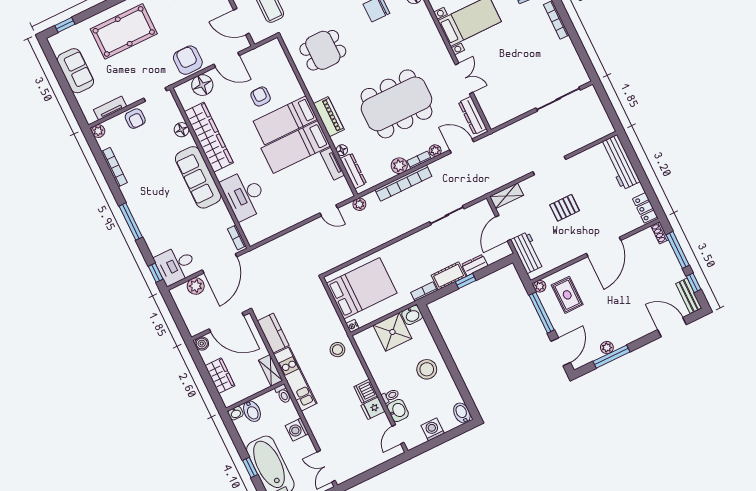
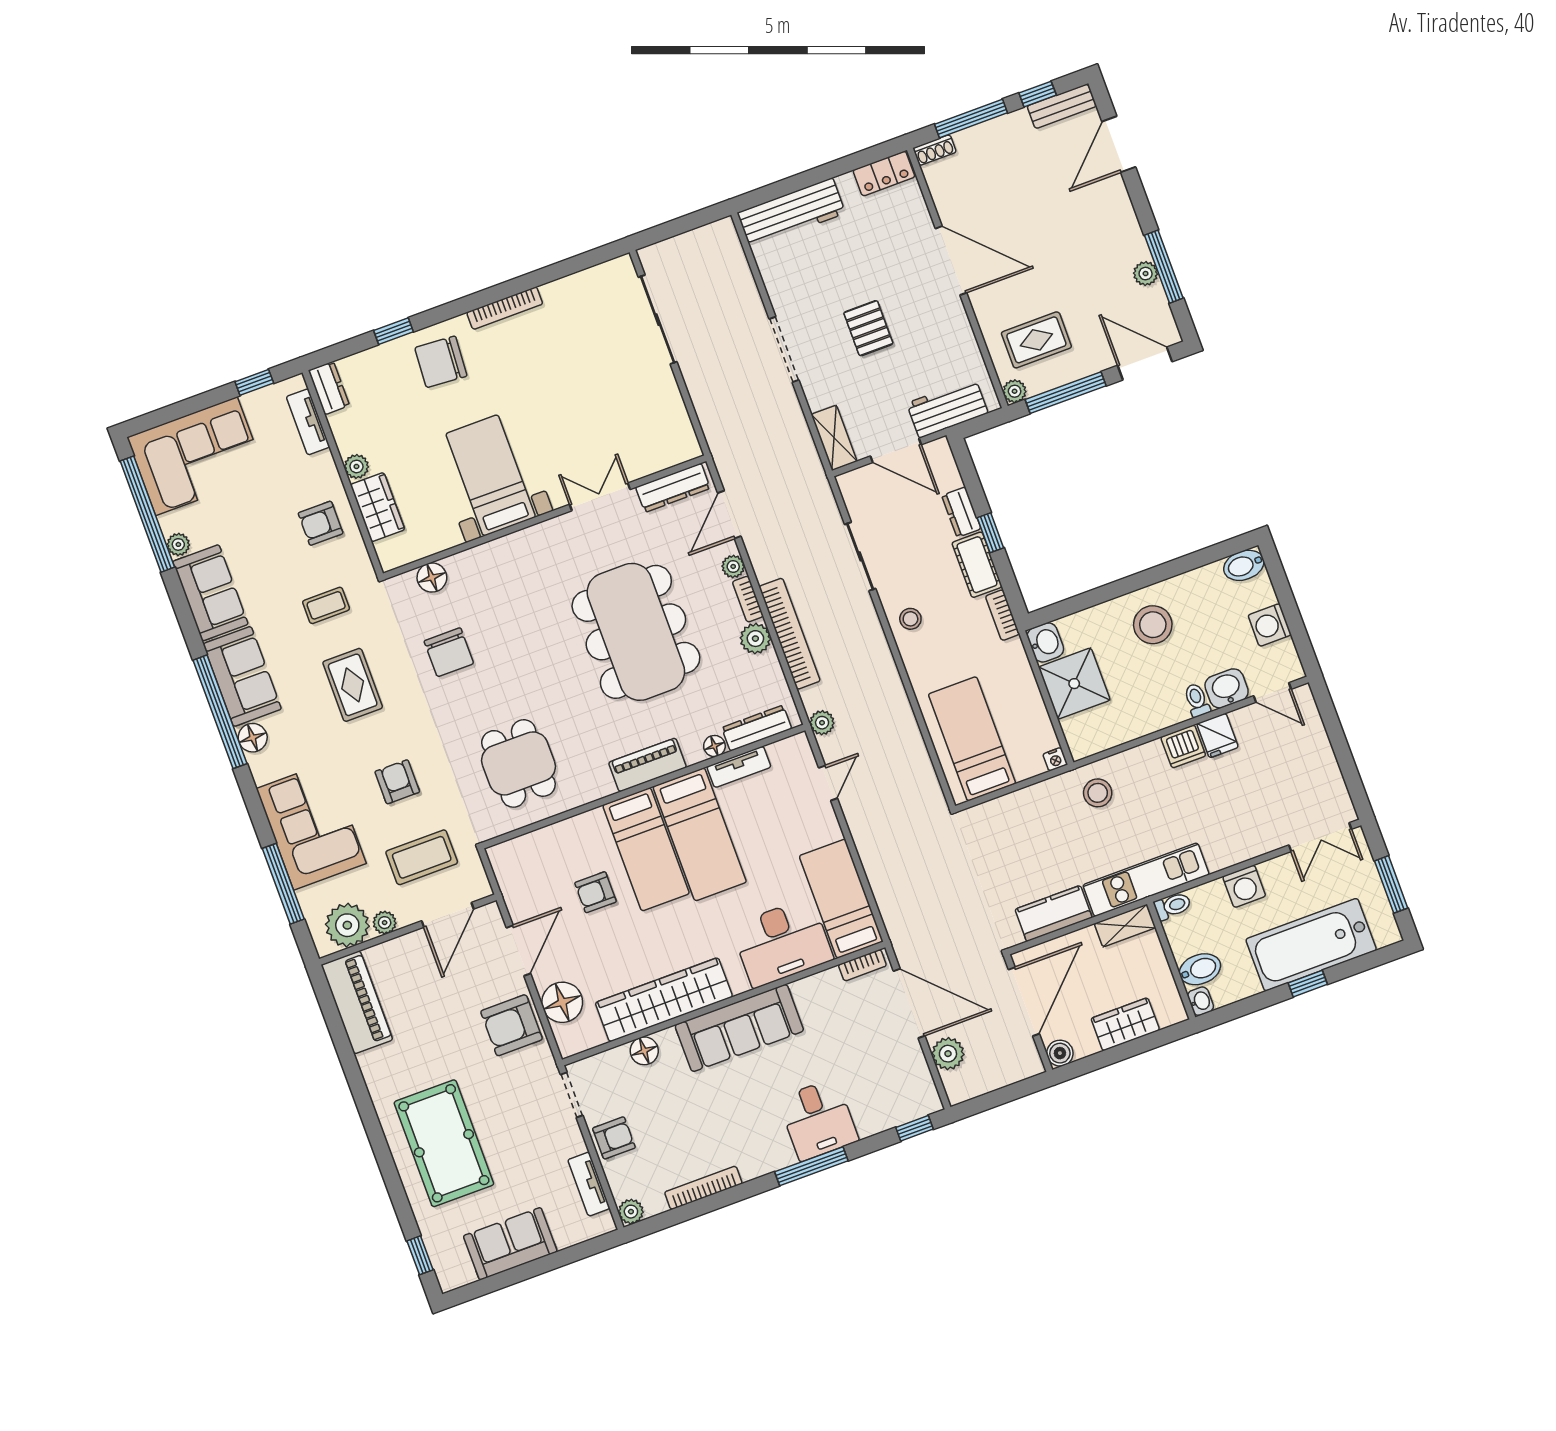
bed: (270, 223) -> (841, 899), added
stool: (417, 244) -> (910, 619), added
desk: (176, 265) -> (818, 1120), moved
bed: (362, 288) -> (972, 739), width x0.67

